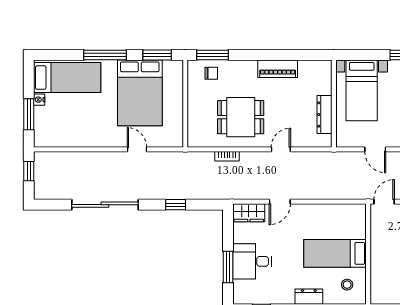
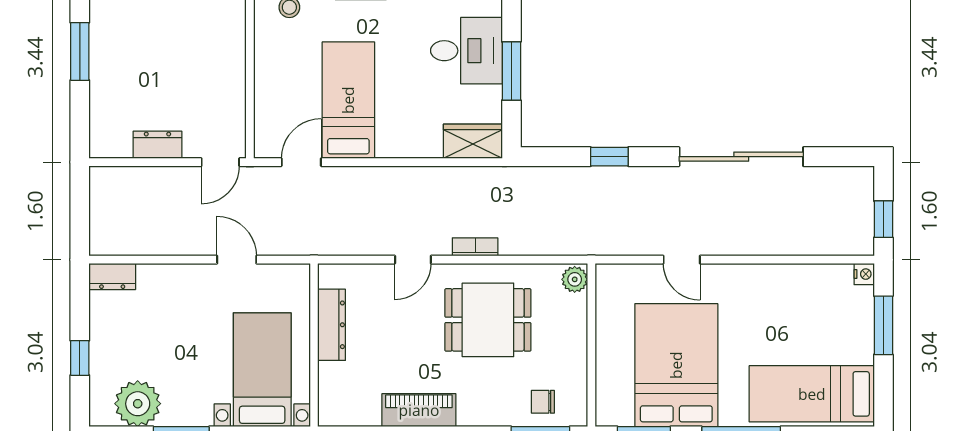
nightstand: (39, 100) -> (864, 274), moved
plant: (194, 139) -> (575, 279), added
bookcase: (227, 156) -> (475, 247), moved
door: (280, 202) -> (301, 162), moved
bed: (335, 253) -> (348, 100), moved, turned -90
window: (228, 267) -> (511, 71), moved

